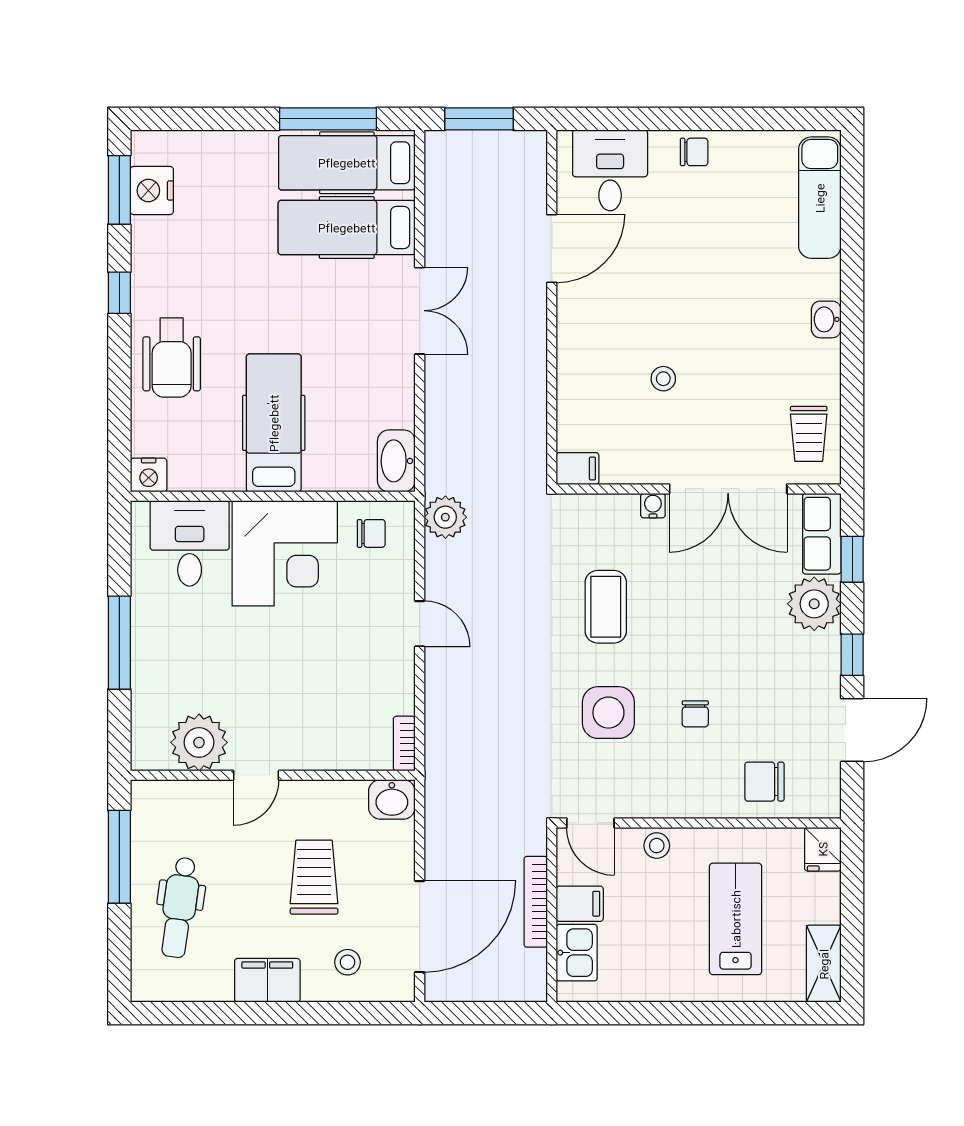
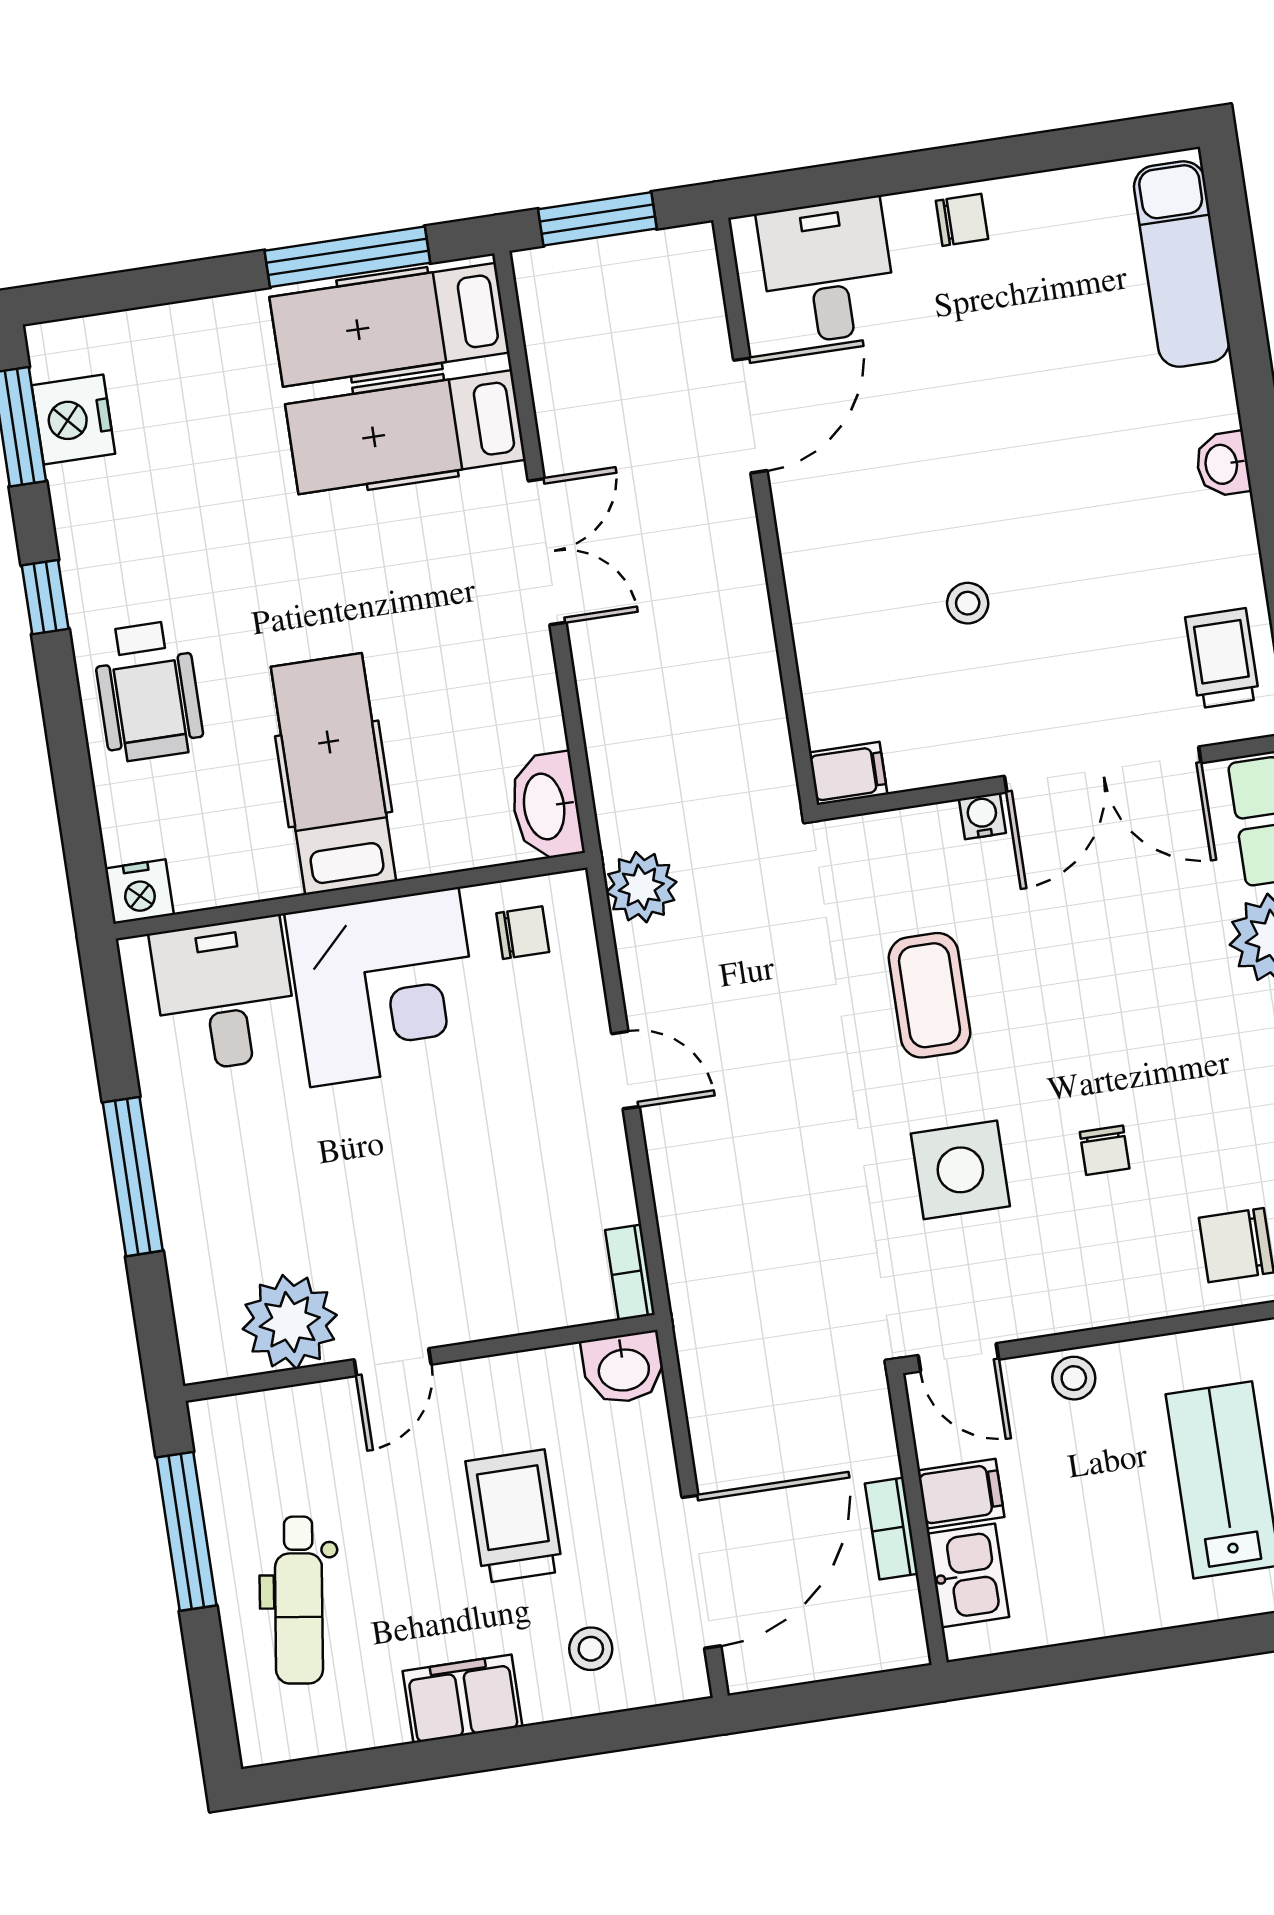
trolley: (809, 434) -> (1222, 658), turned 180
bookcase: (536, 902) -> (892, 1529), width x0.64

